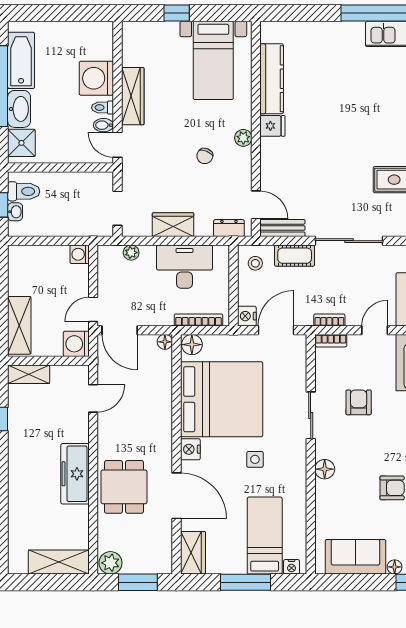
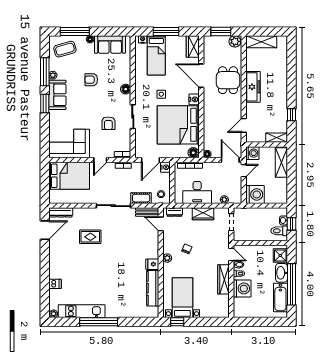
window: (177, 13) -> (177, 322), moved
washing machine: (80, 254) -> (255, 194), width x1.89, depth x1.89

